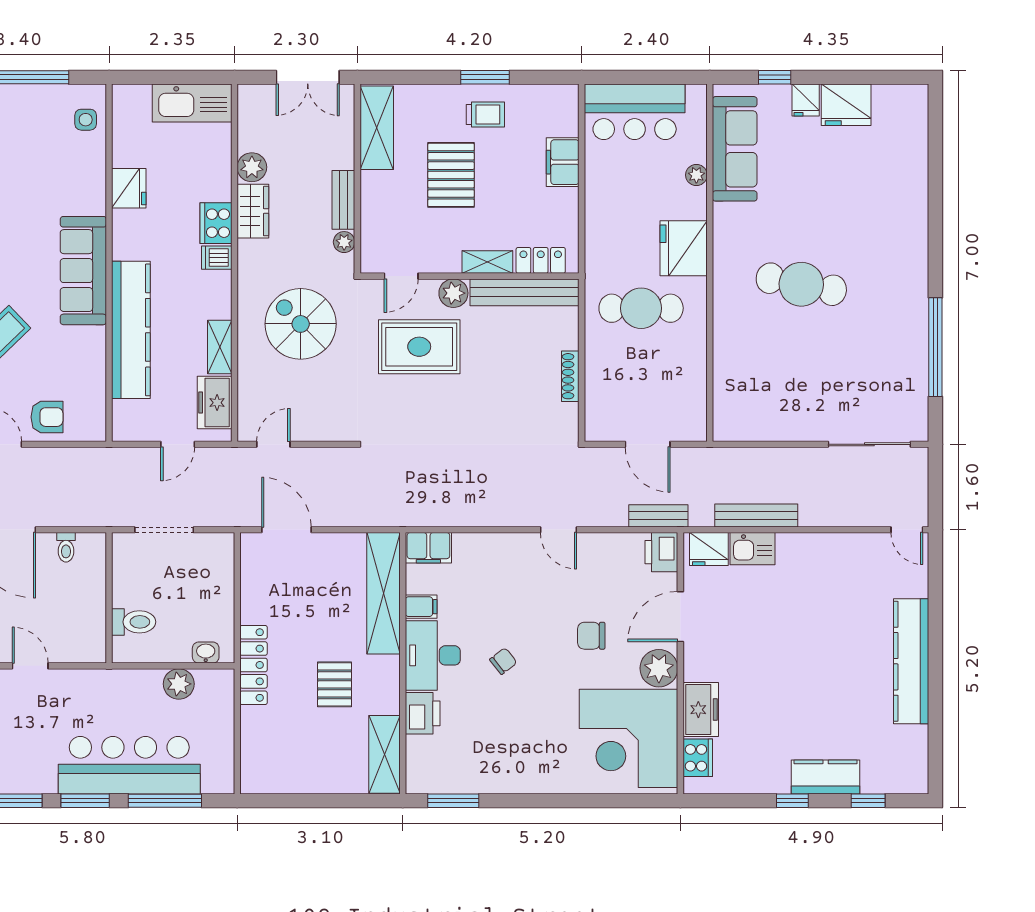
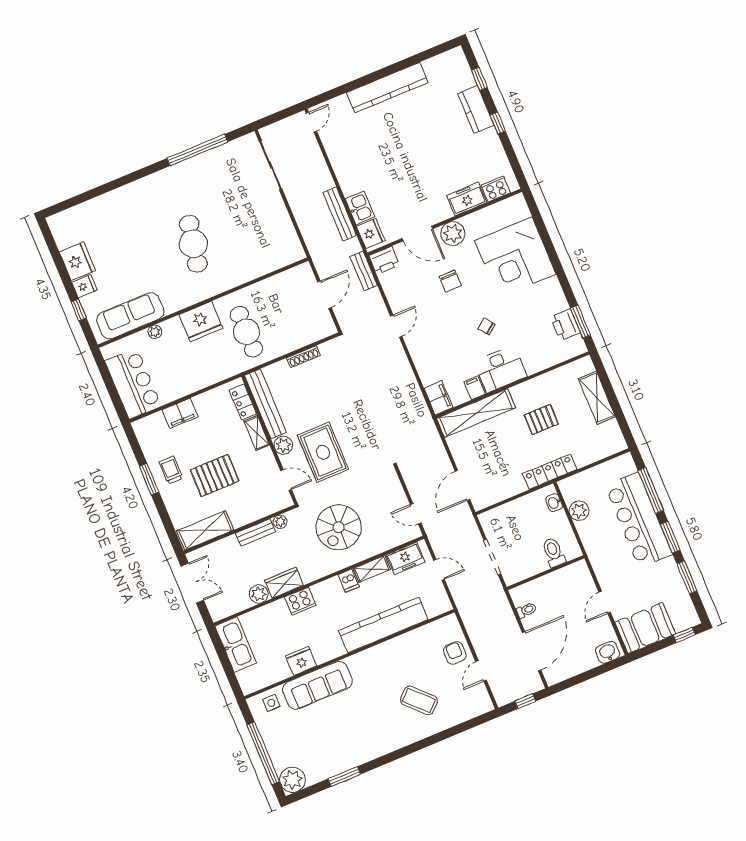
dishwasher: (217, 258) -> (349, 581), moved
sofa: (83, 271) -> (317, 685), moved
printer: (423, 713) -> (565, 325), moved, turned -90
corner desk: (629, 738) -> (515, 257), moved, turned 90
shelving: (384, 754) -> (597, 398), moved, turned 90

